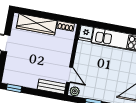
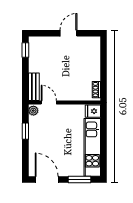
wardrobe: (37, 24) -> (93, 61), removed
door: (70, 75) -> (49, 103), swing flipped

